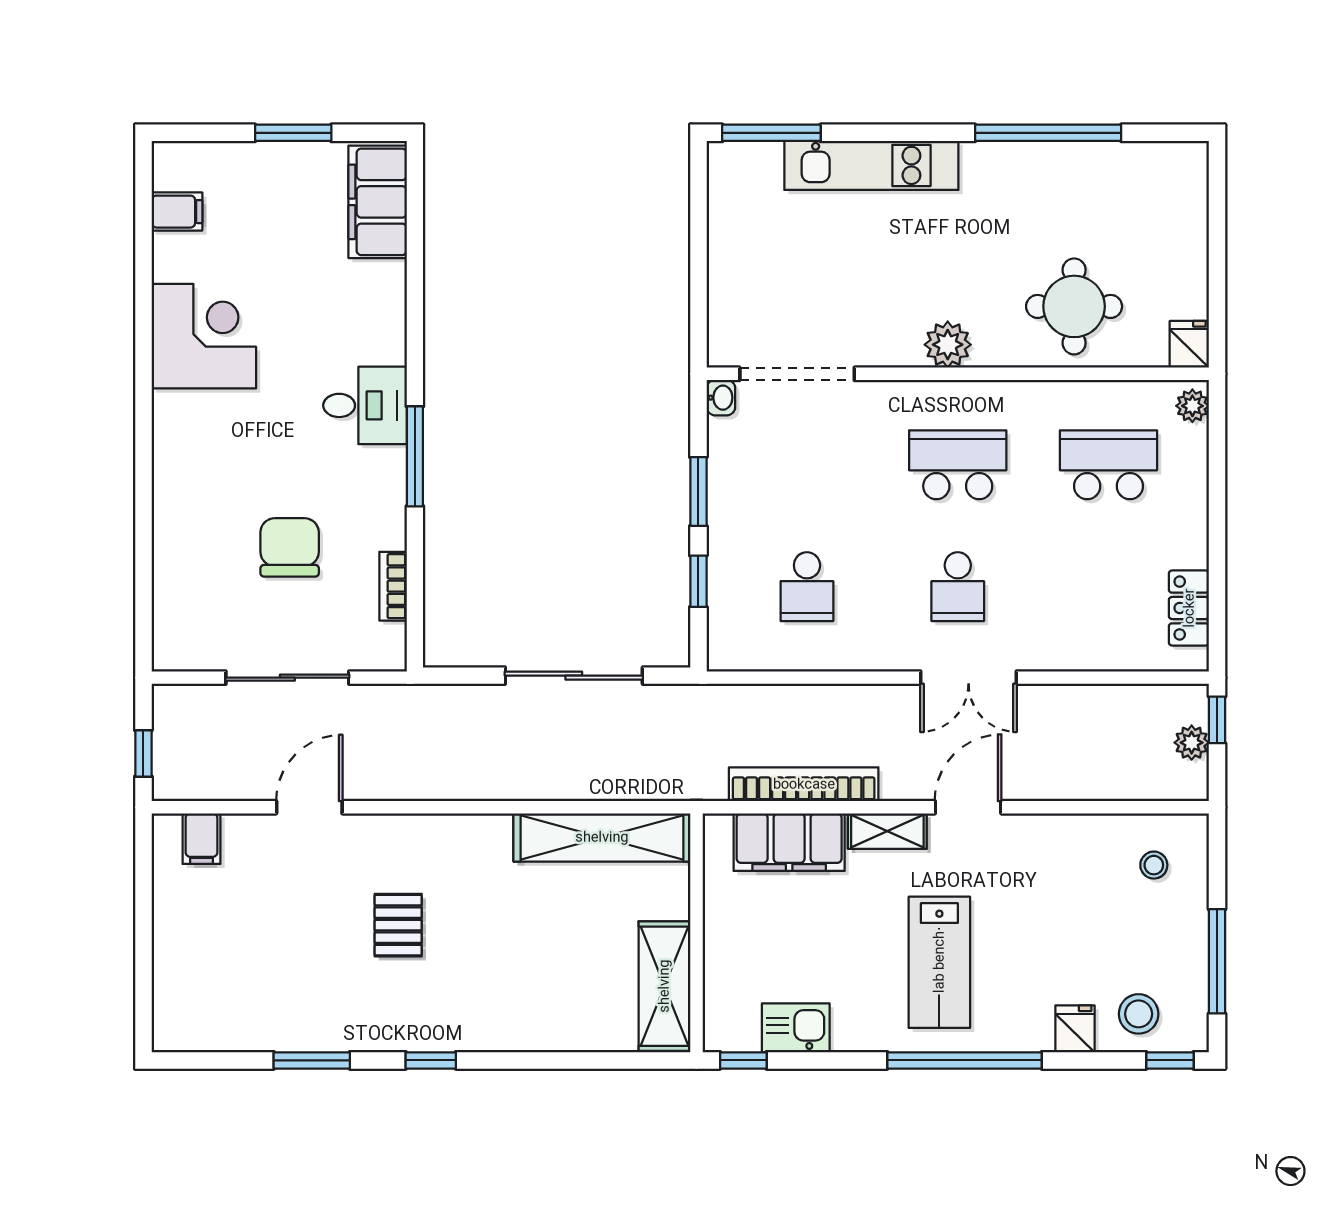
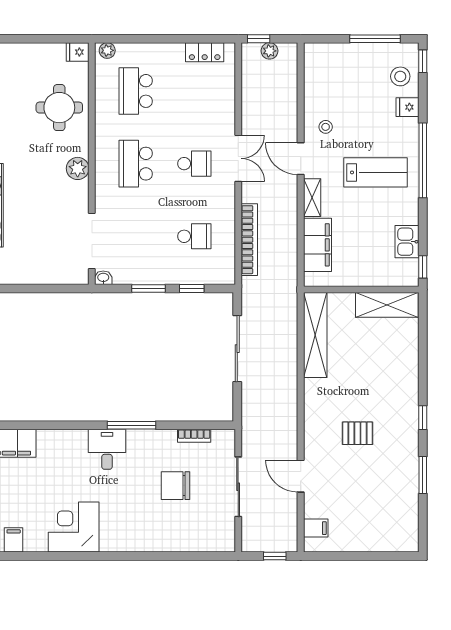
bookcase: (804, 784) -> (249, 240), moved, turned 180
stool: (1154, 865) -> (326, 127), moved

